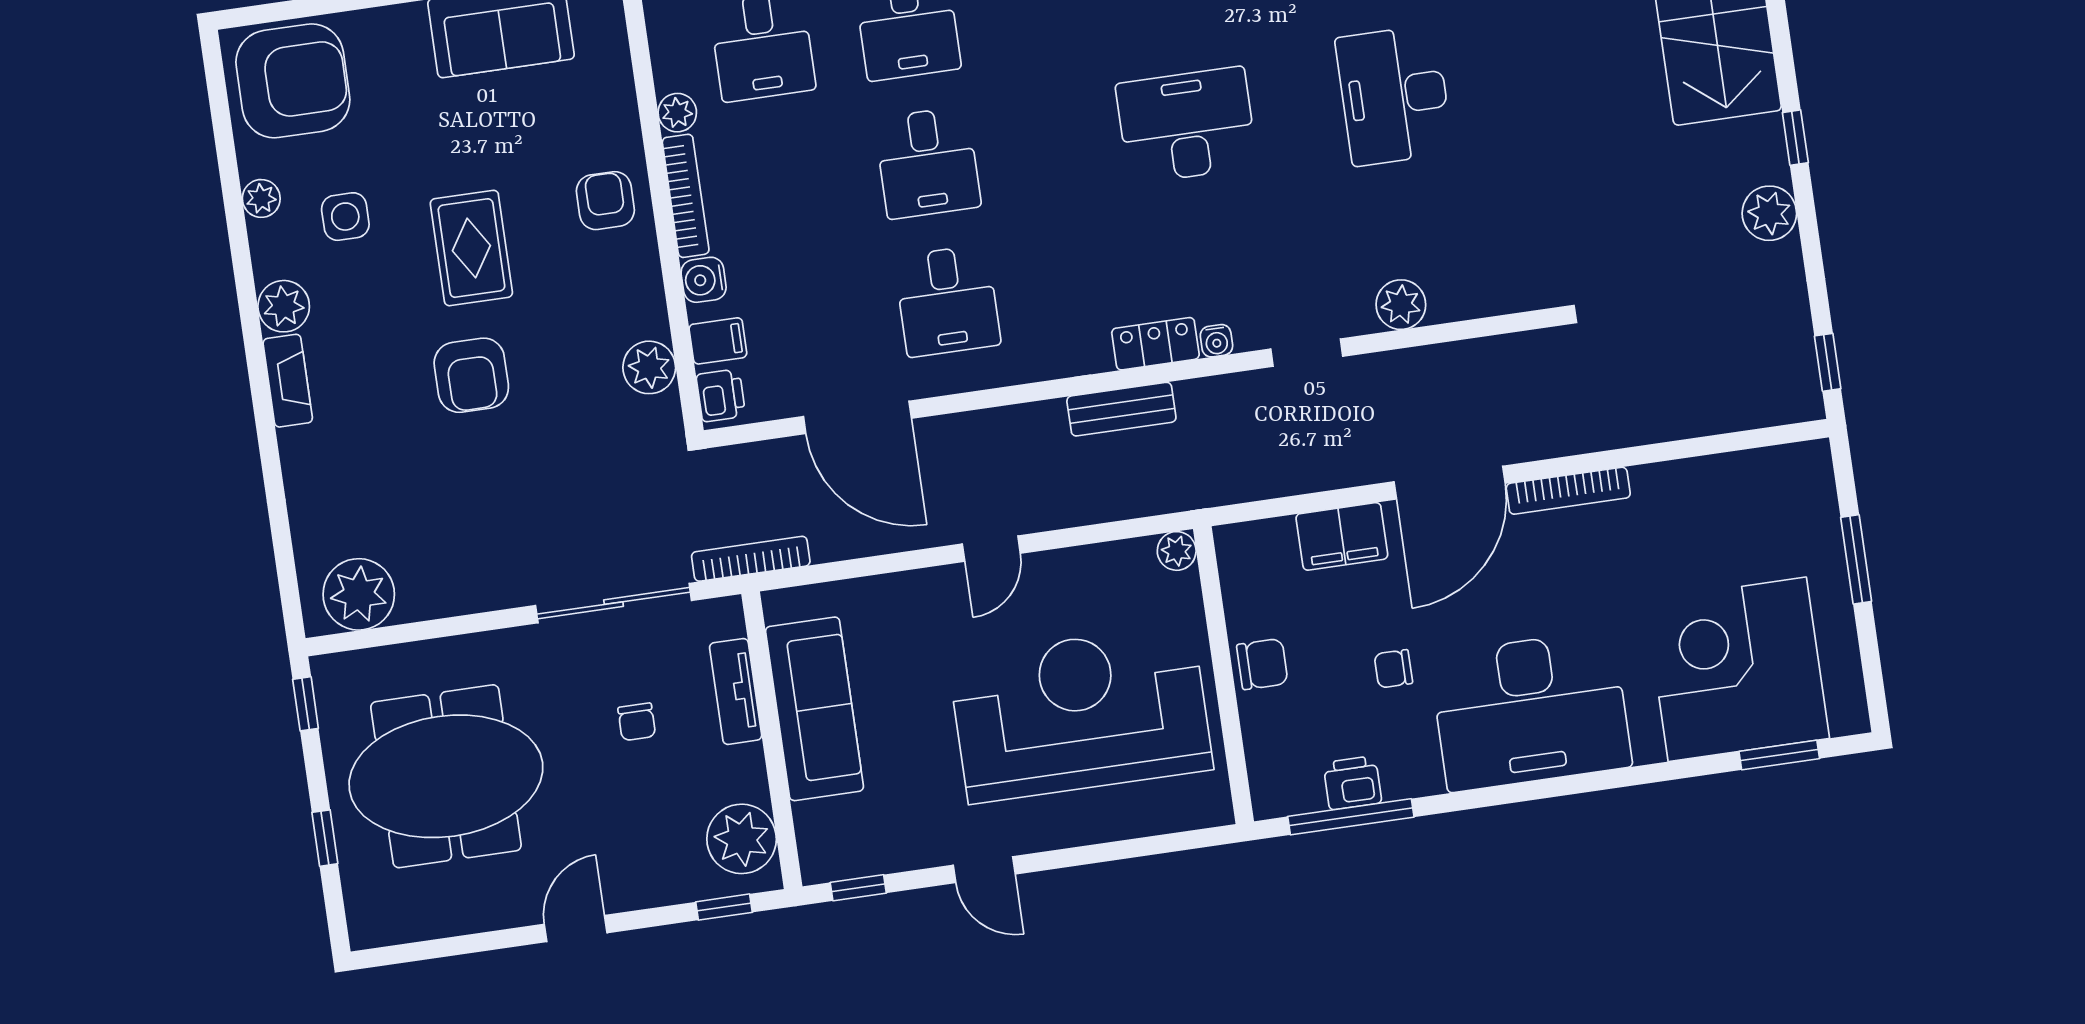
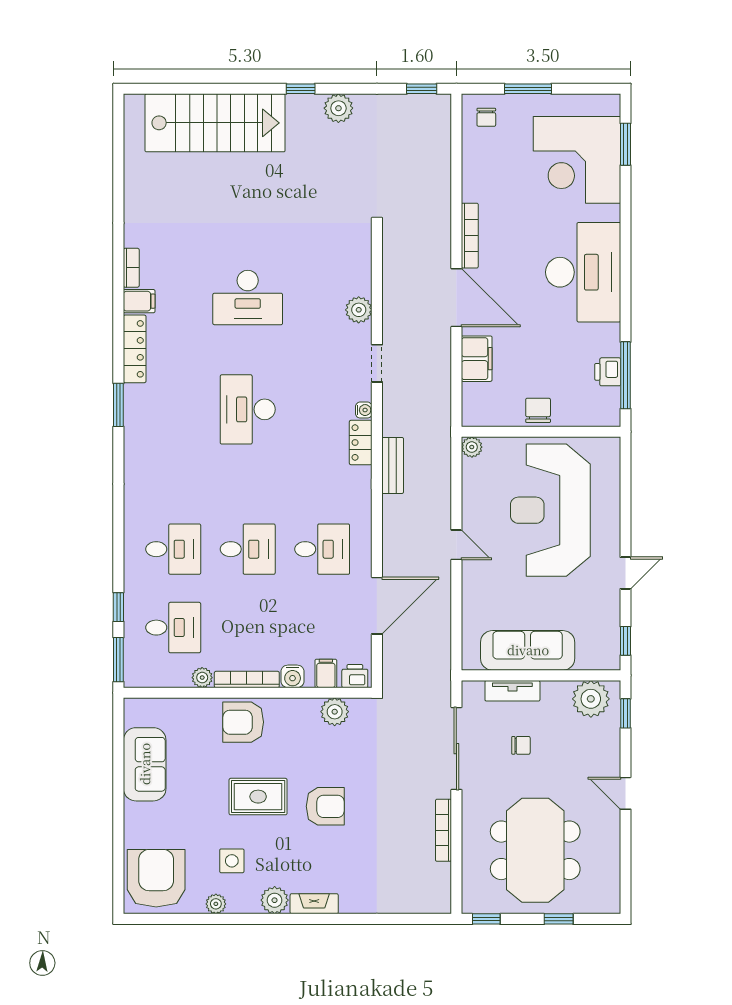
armchair: (605, 201) -> (243, 722), width x1.38, depth x1.38
bookcase: (751, 559) -> (444, 830), moved
plant: (359, 594) -> (432, 882), removed
chair: (1393, 669) -> (486, 117), moved

